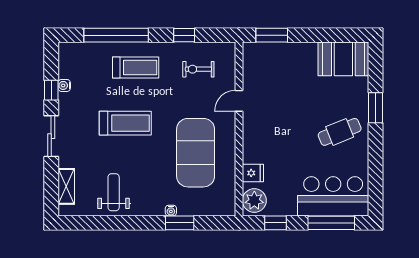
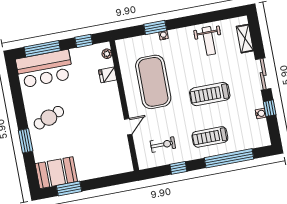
window: (272, 35) -> (69, 189), moved
plant: (254, 201) -> (107, 54), width x0.53, depth x0.53

